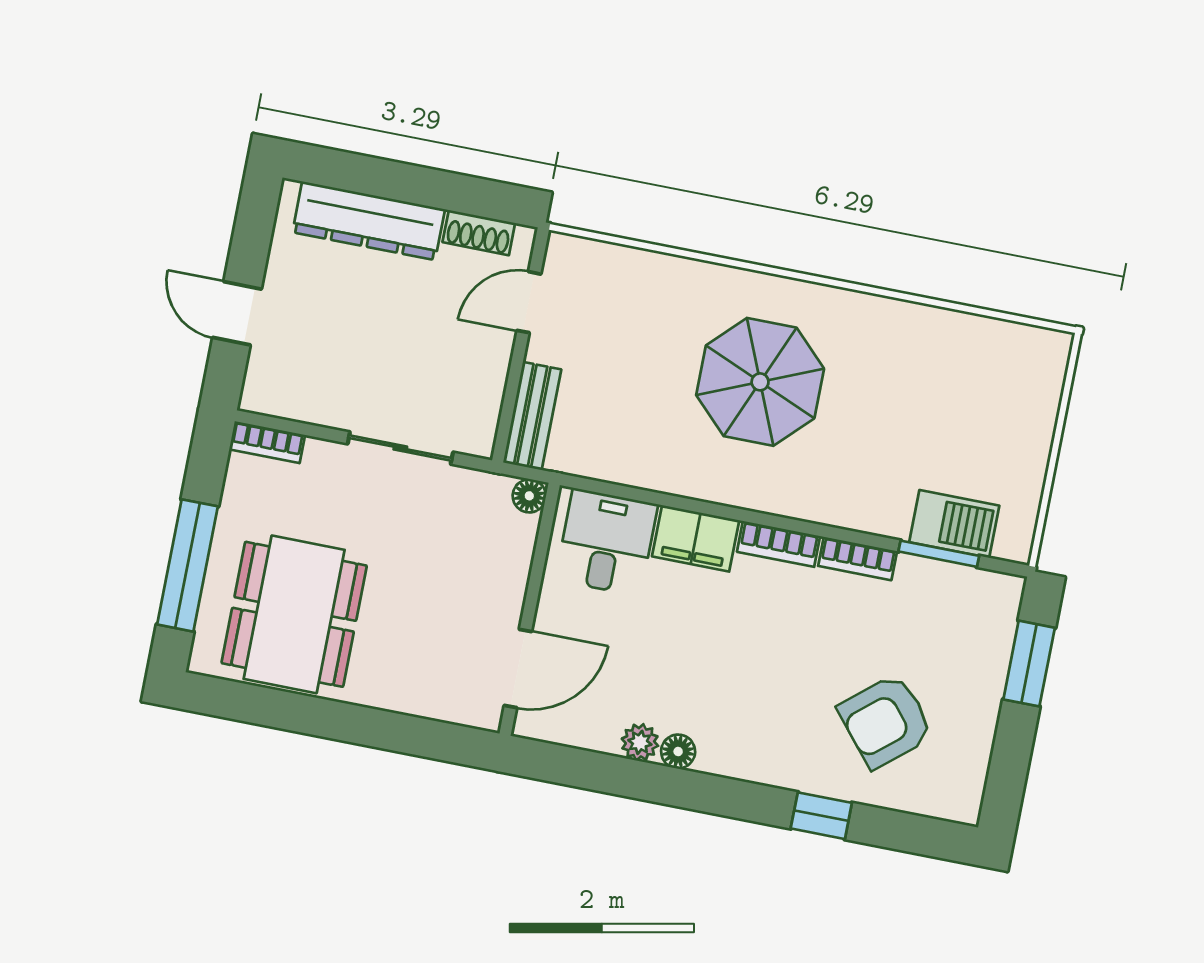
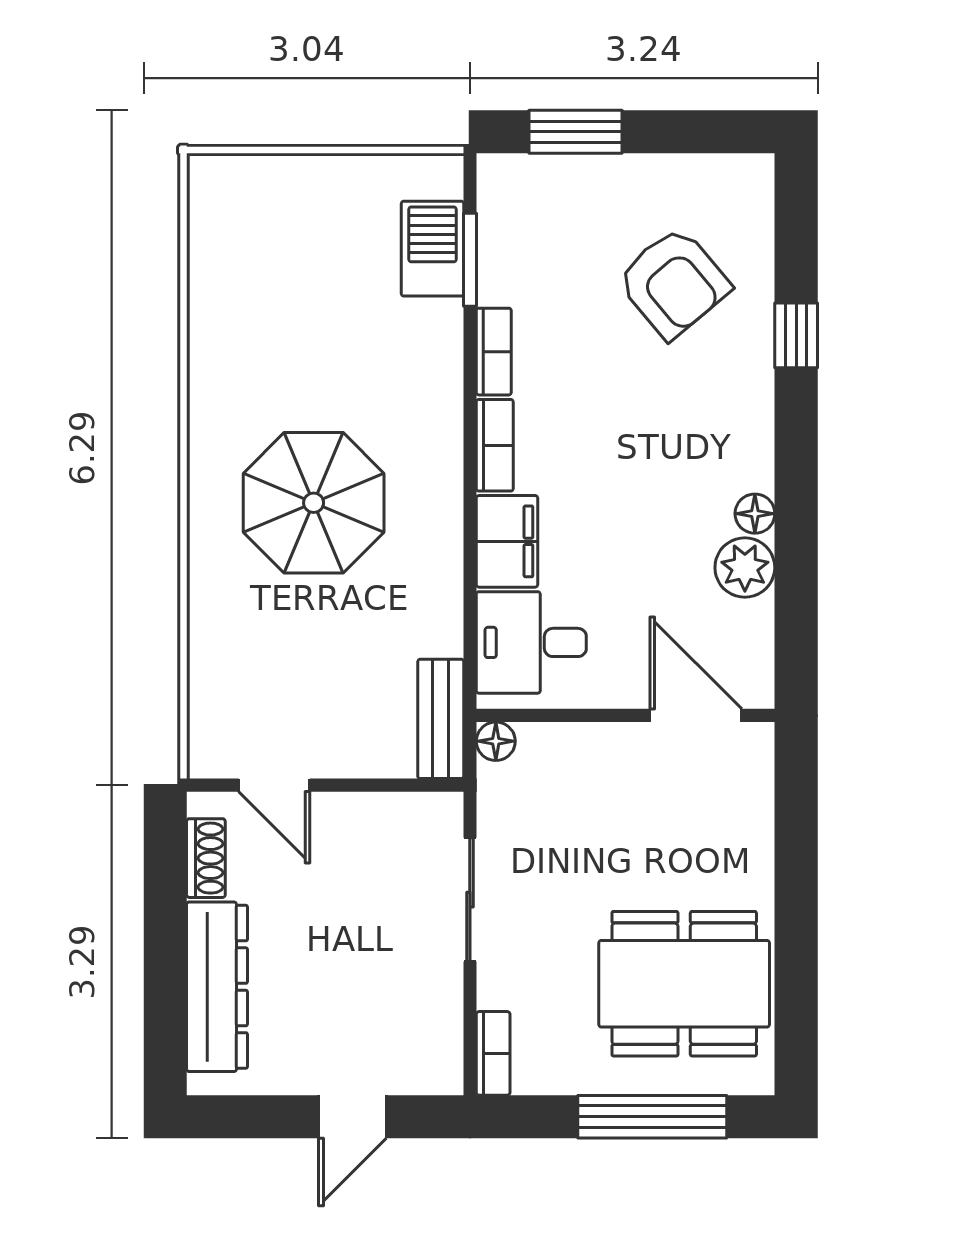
bench: (532, 416) -> (441, 719), moved, turned 90
plant: (640, 742) -> (745, 568), width x1.38, depth x1.38

